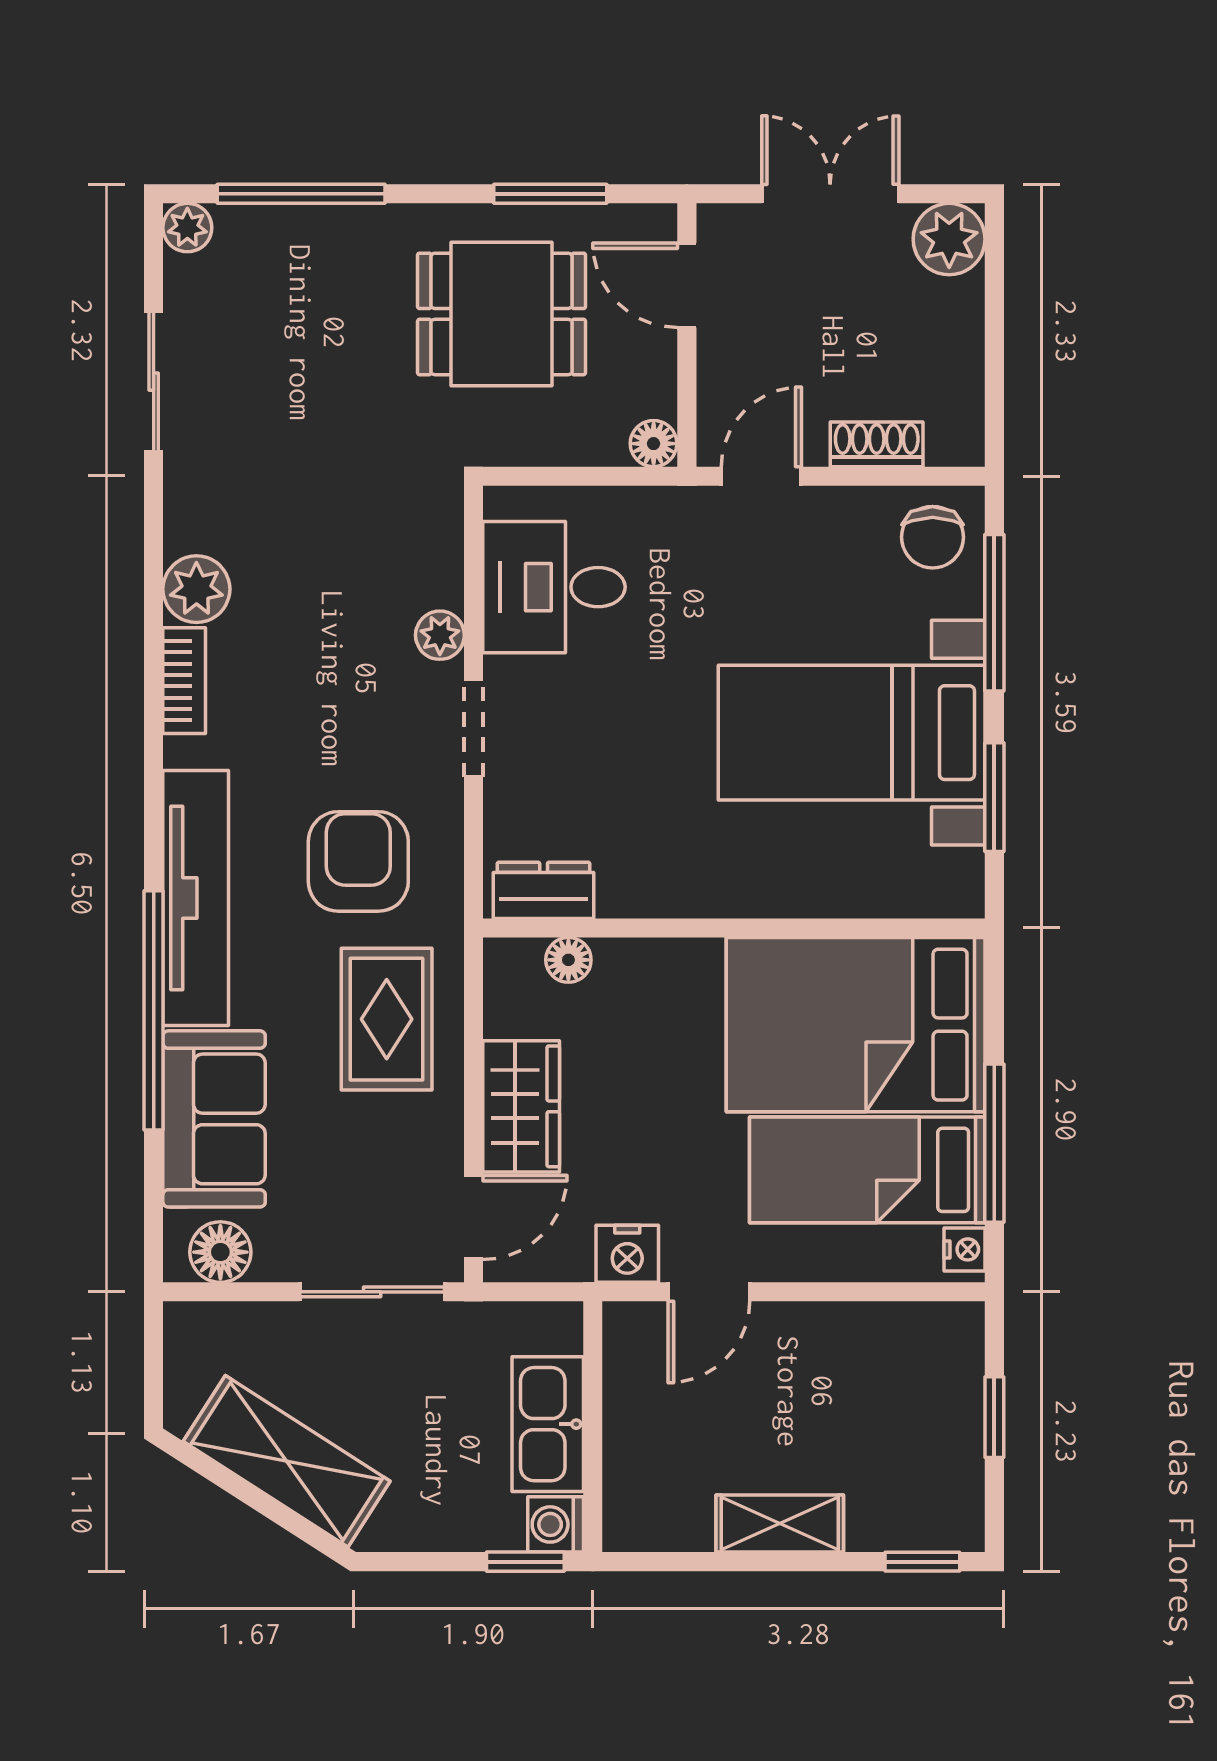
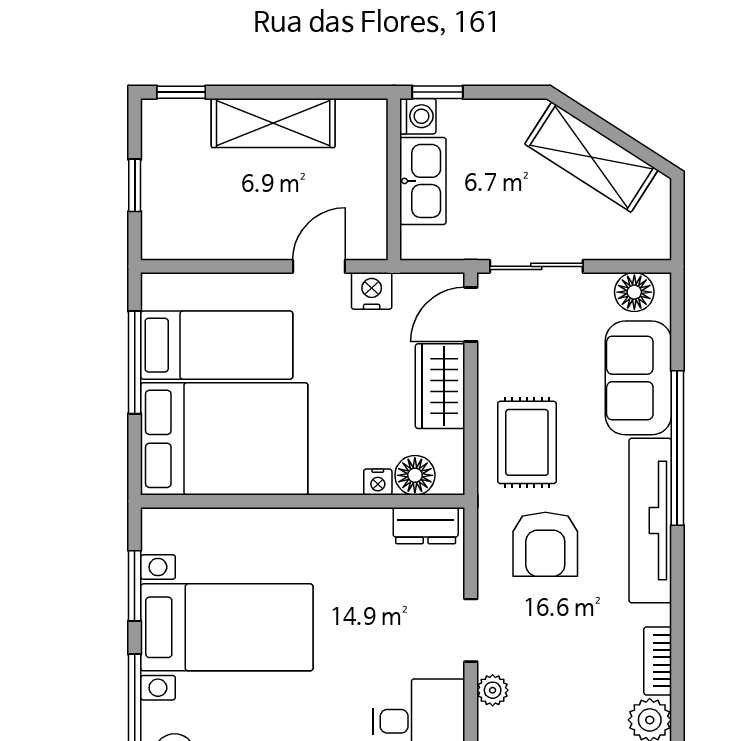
floor lamp: (568, 960) -> (415, 475), width x1.37, depth x1.37
nightstand: (964, 1249) -> (378, 482), moved, turned -90
shelving: (780, 1524) -> (273, 123), width x1.50, depth x1.33

